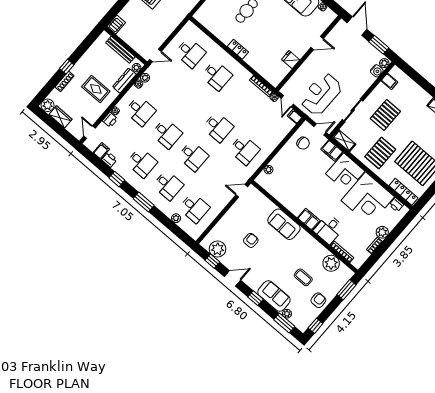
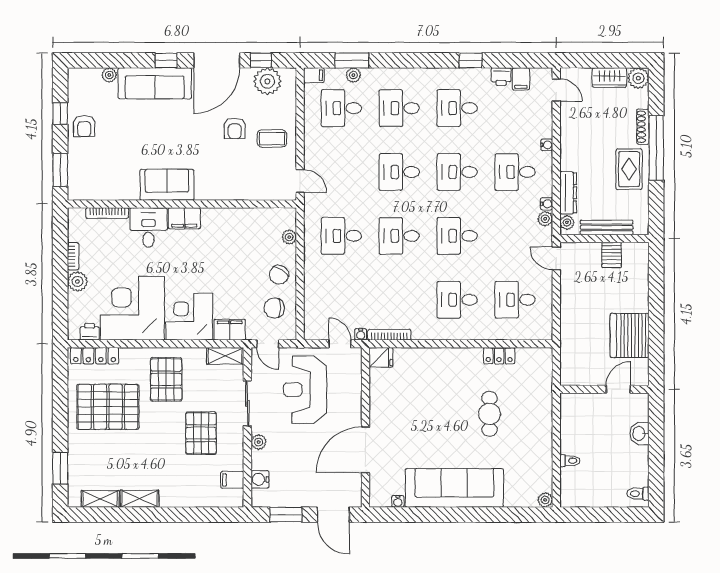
server rack: (116, 25) -> (612, 255), moved
door: (317, 43) -> (365, 450), width x1.87
locker: (238, 49) -> (499, 356), moved
door: (155, 55) -> (556, 258), hinge flipped
fridge: (291, 60) -> (381, 357), moved
plant: (384, 63) -> (259, 442), moved
window: (67, 67) -> (656, 148), width x3.17
rug: (96, 89) -> (629, 169), moved, turned 90
reception desk: (321, 94) -> (305, 390), turned 180
desk: (192, 104) -> (457, 236), added
filing cabinet: (295, 117) -> (314, 75), moved
printer: (110, 120) -> (544, 128), removed
door: (320, 129) -> (268, 344), hinge flipped
chair: (288, 156) -> (279, 275), added
door: (242, 191) -> (300, 181), hinge flipped
window: (144, 202) -> (352, 60), moved
sofa: (284, 224) -> (167, 185), moved
plant: (331, 263) -> (108, 187), removed
coffee table: (303, 277) -> (272, 138), moved
door: (232, 278) -> (217, 60), width x1.88
sofa: (274, 296) -> (155, 83), width x1.36
window: (284, 323) -> (103, 60), removed
window: (315, 326) -> (60, 114), moved

